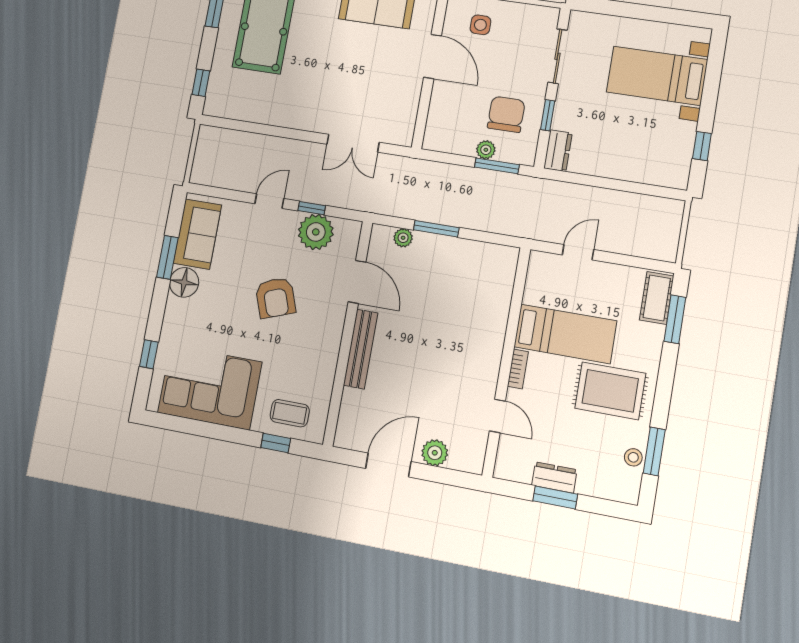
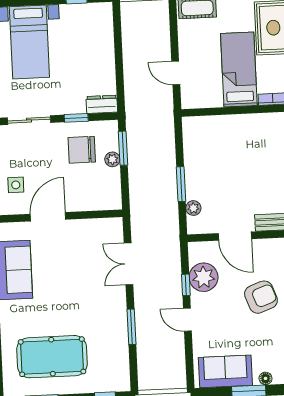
window: (277, 131) -> (131, 327), added
double door: (353, 143) -> (128, 264), swing flipped
floor lamp: (184, 282) -> (266, 378), width x0.53, depth x0.53
door: (357, 282) -> (235, 236), swing flipped

